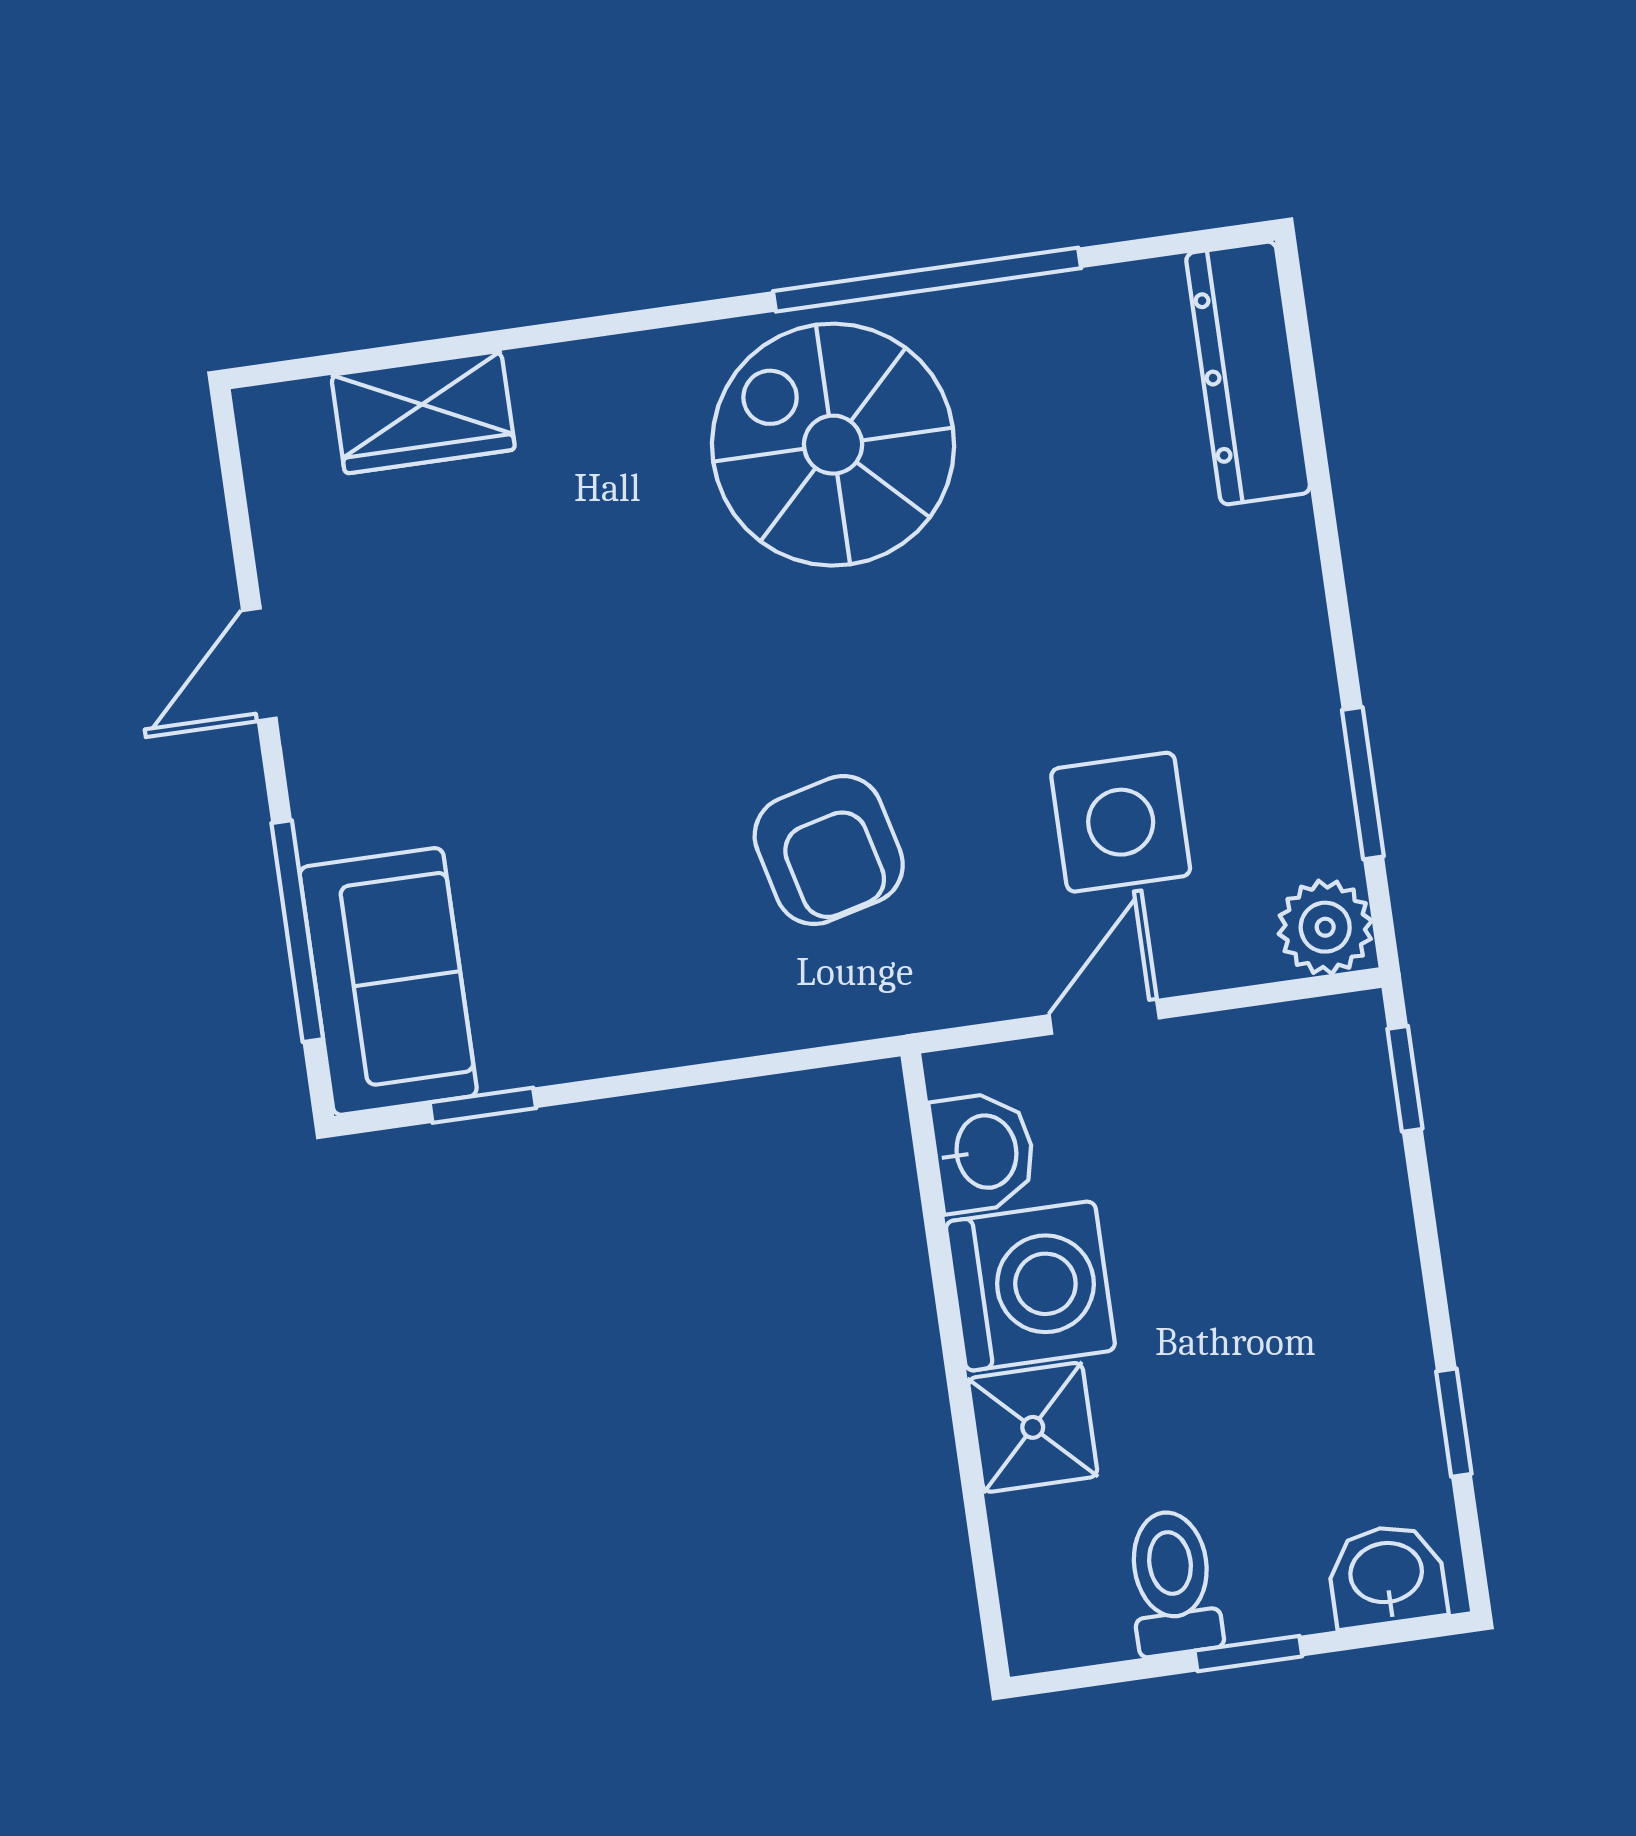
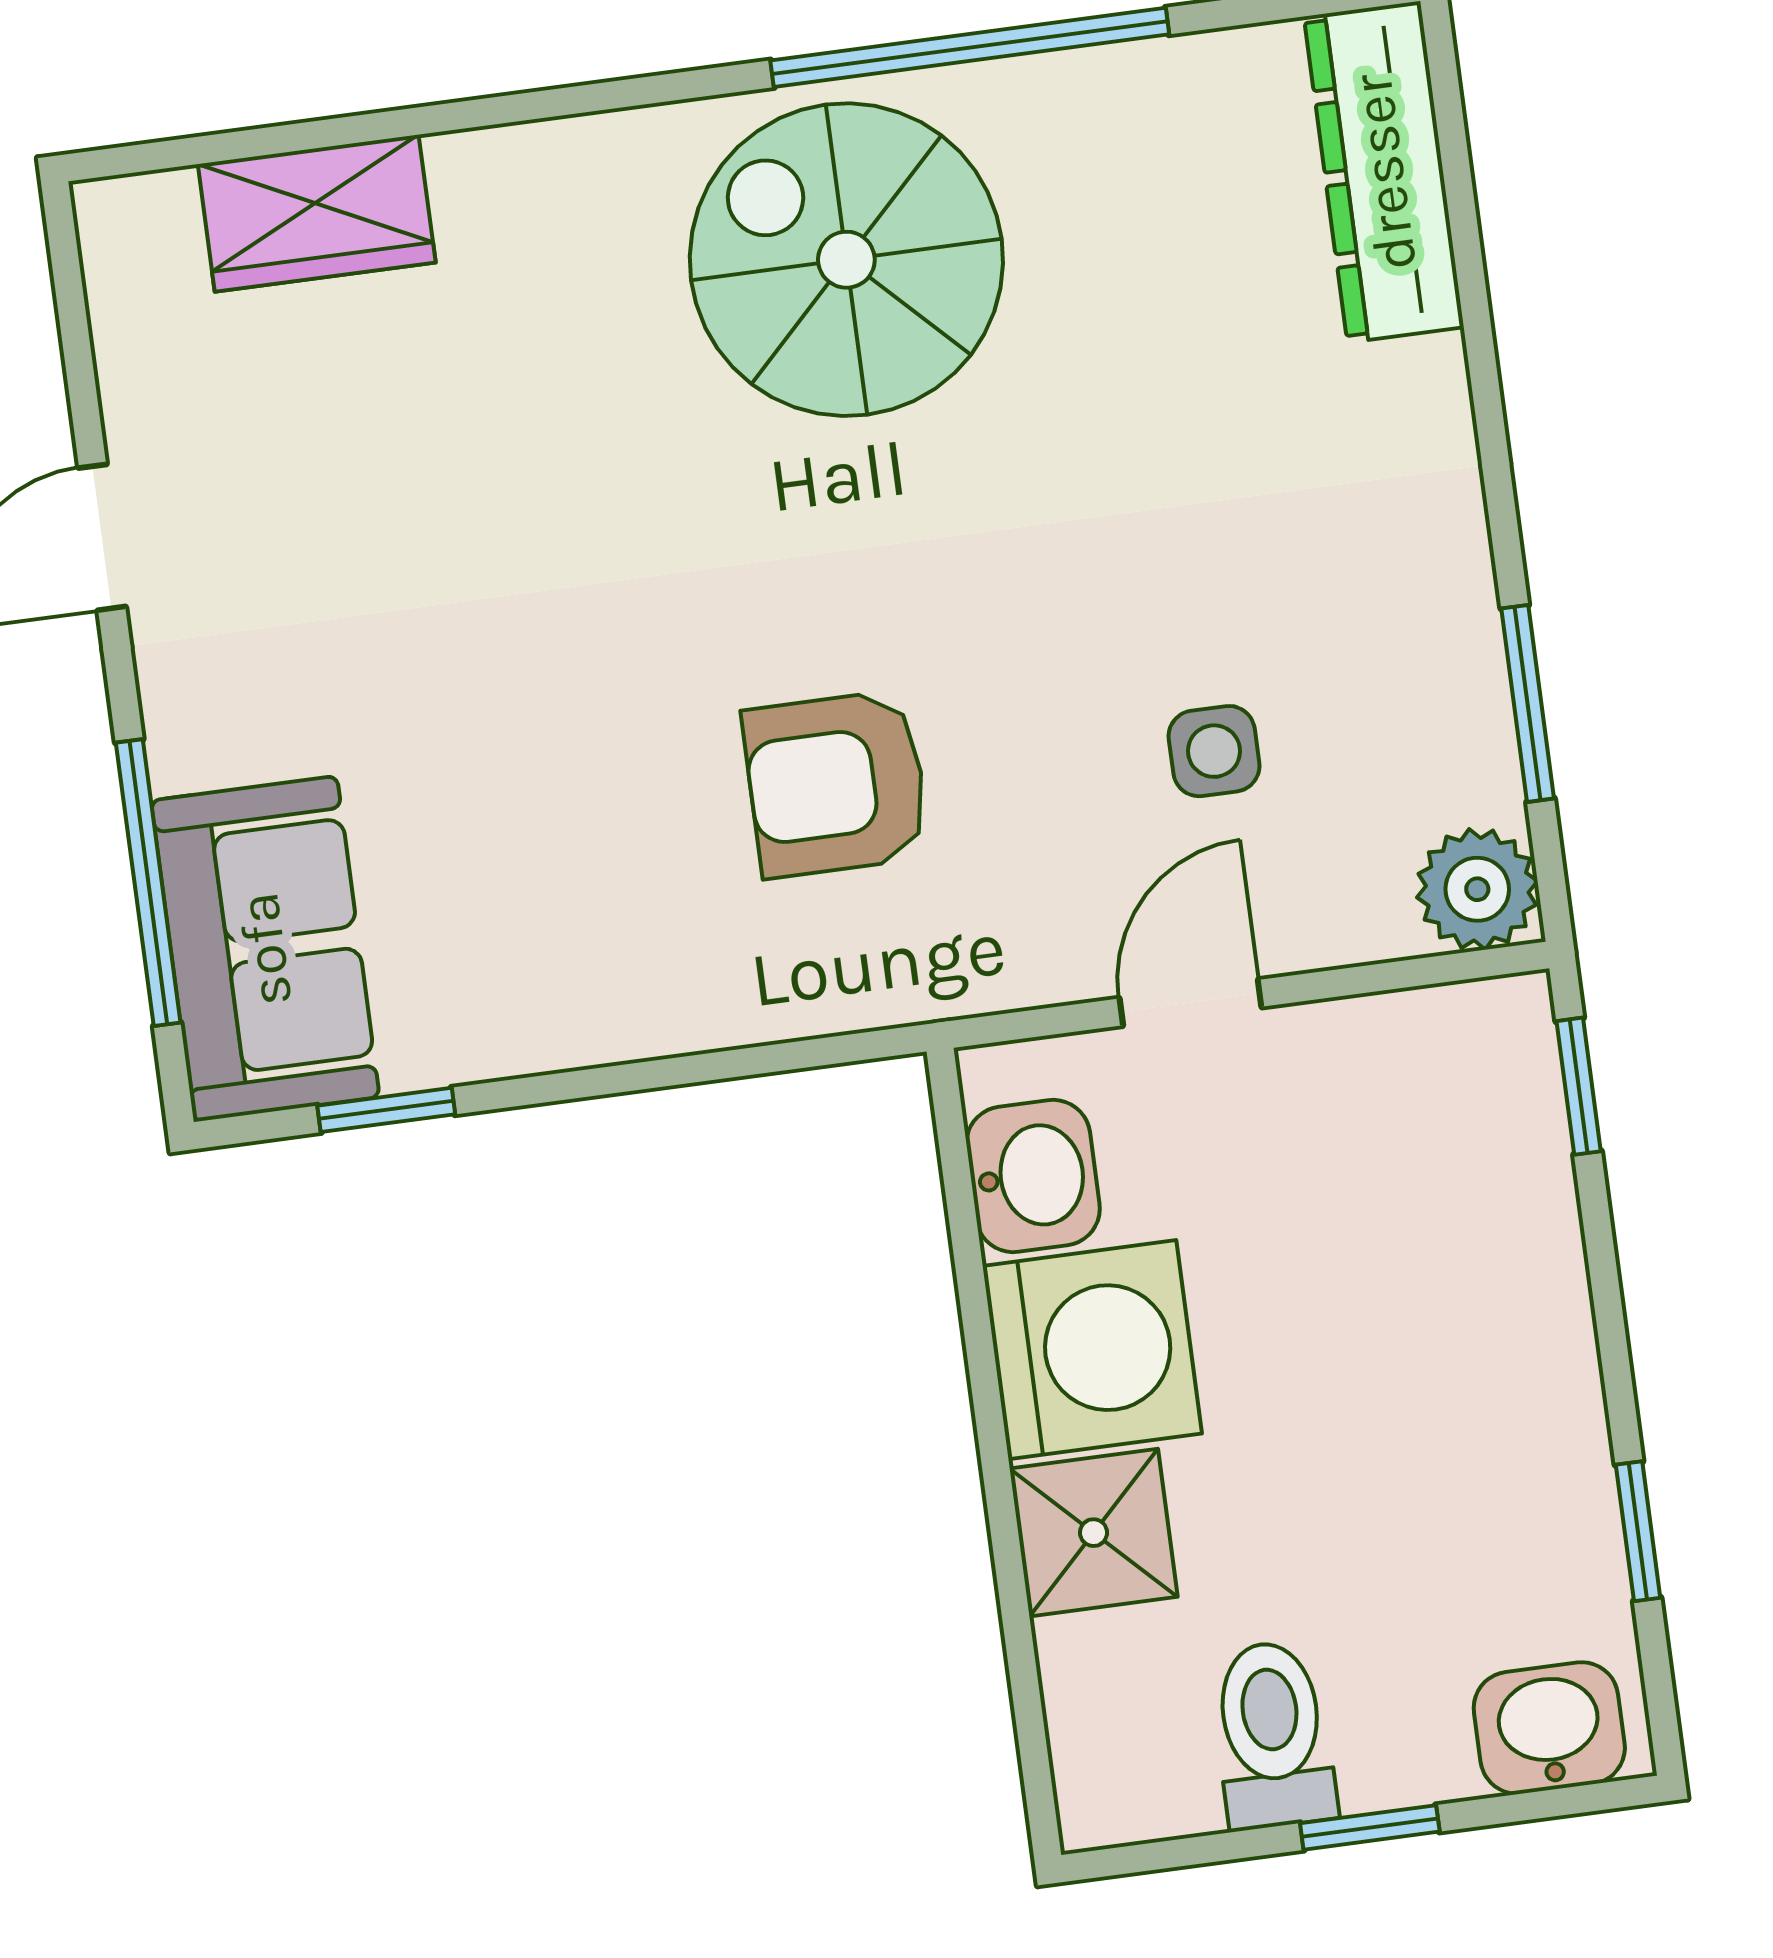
side table: (1121, 822) -> (1214, 751), width x0.54, depth x0.54
armchair: (829, 850) -> (836, 784), turned 104

